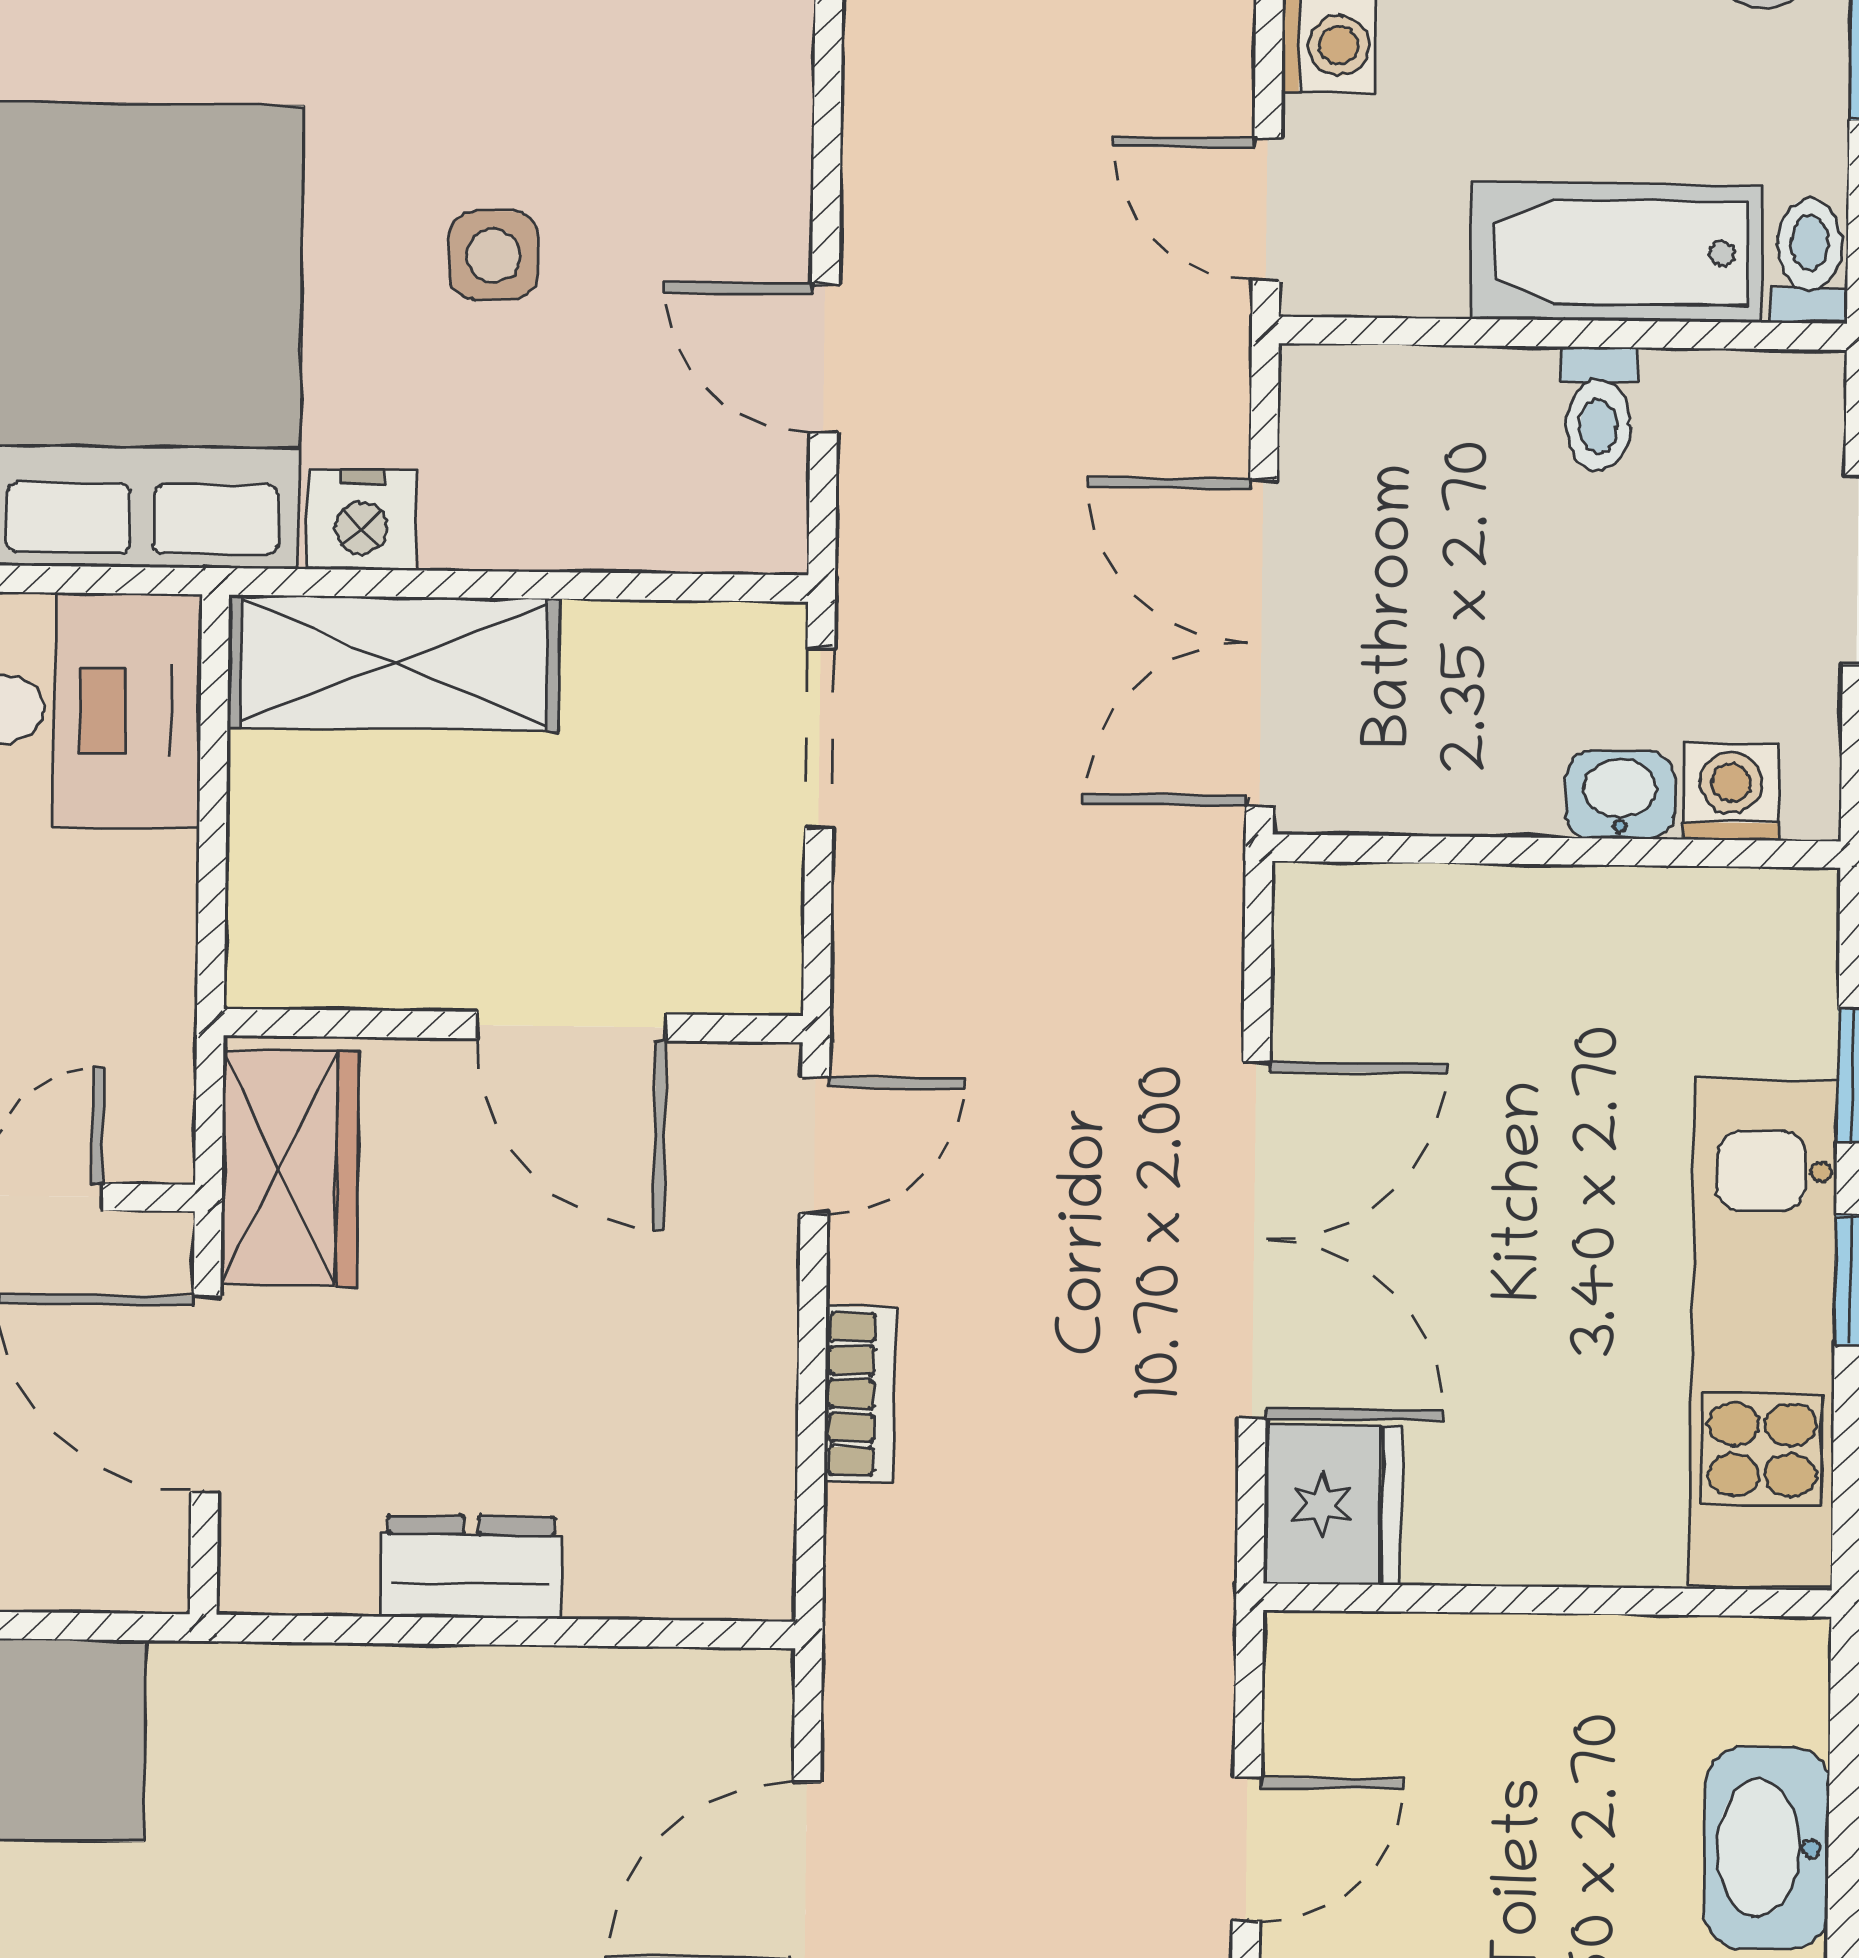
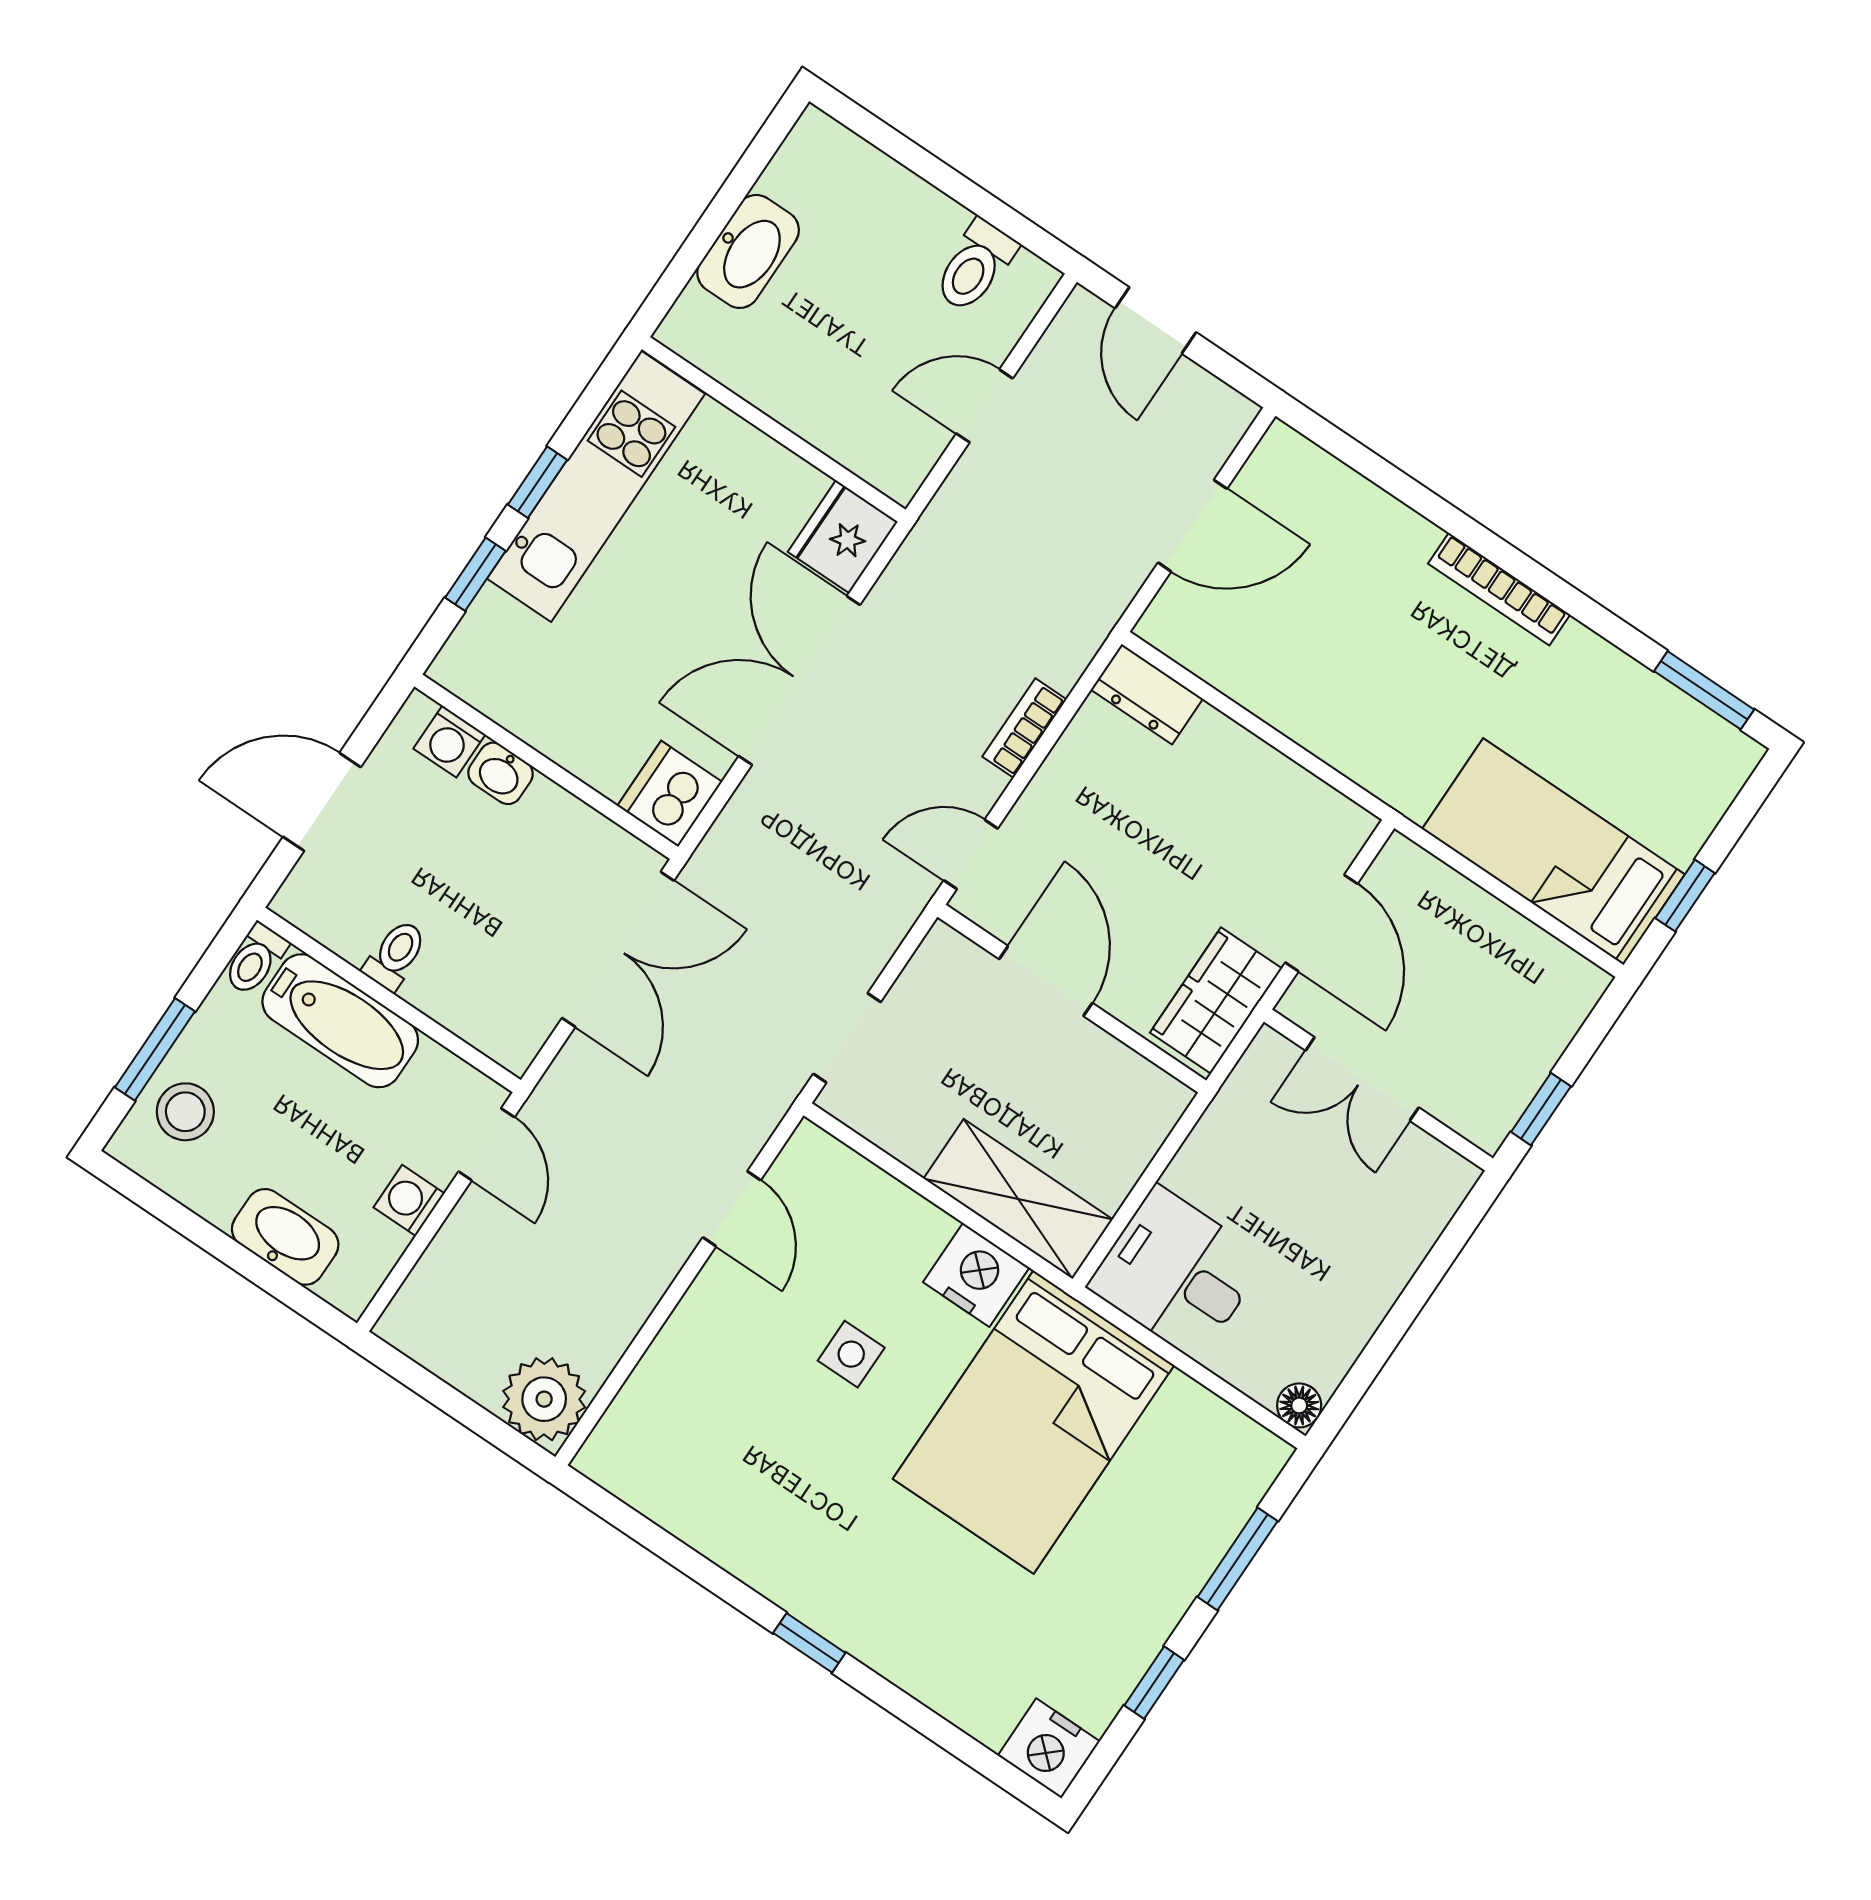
nightstand: (362, 520) -> (976, 1275), width x1.36, depth x1.33
dishwasher: (1339, 934) -> (670, 794), added
dresser: (471, 1567) -> (1147, 694), moved

